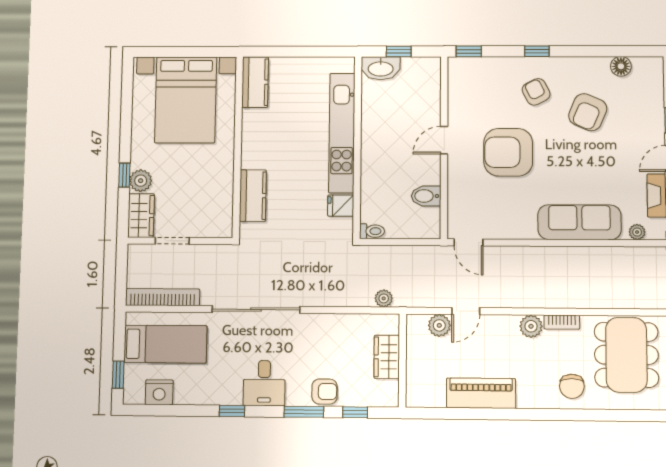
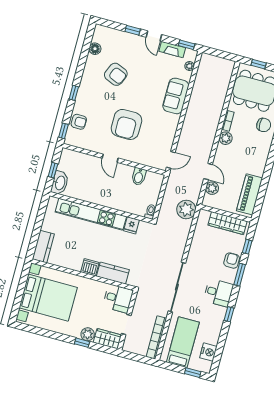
kitchen counter: (255, 82) -> (43, 247), moved, turned 90
armchair: (536, 92) -> (79, 122), moved, turned -153
dishwasher: (253, 155) -> (90, 267), added
desk: (212, 215) -> (118, 299), added
sofa: (579, 222) -> (176, 96), width x0.73
plant: (384, 298) -> (186, 209), width x1.88, depth x1.88
wardrobe: (387, 357) -> (228, 223), width x1.50
piano: (481, 393) -> (249, 194), moved

